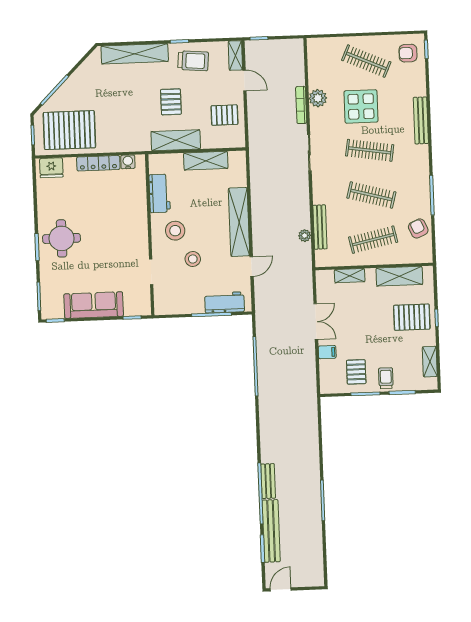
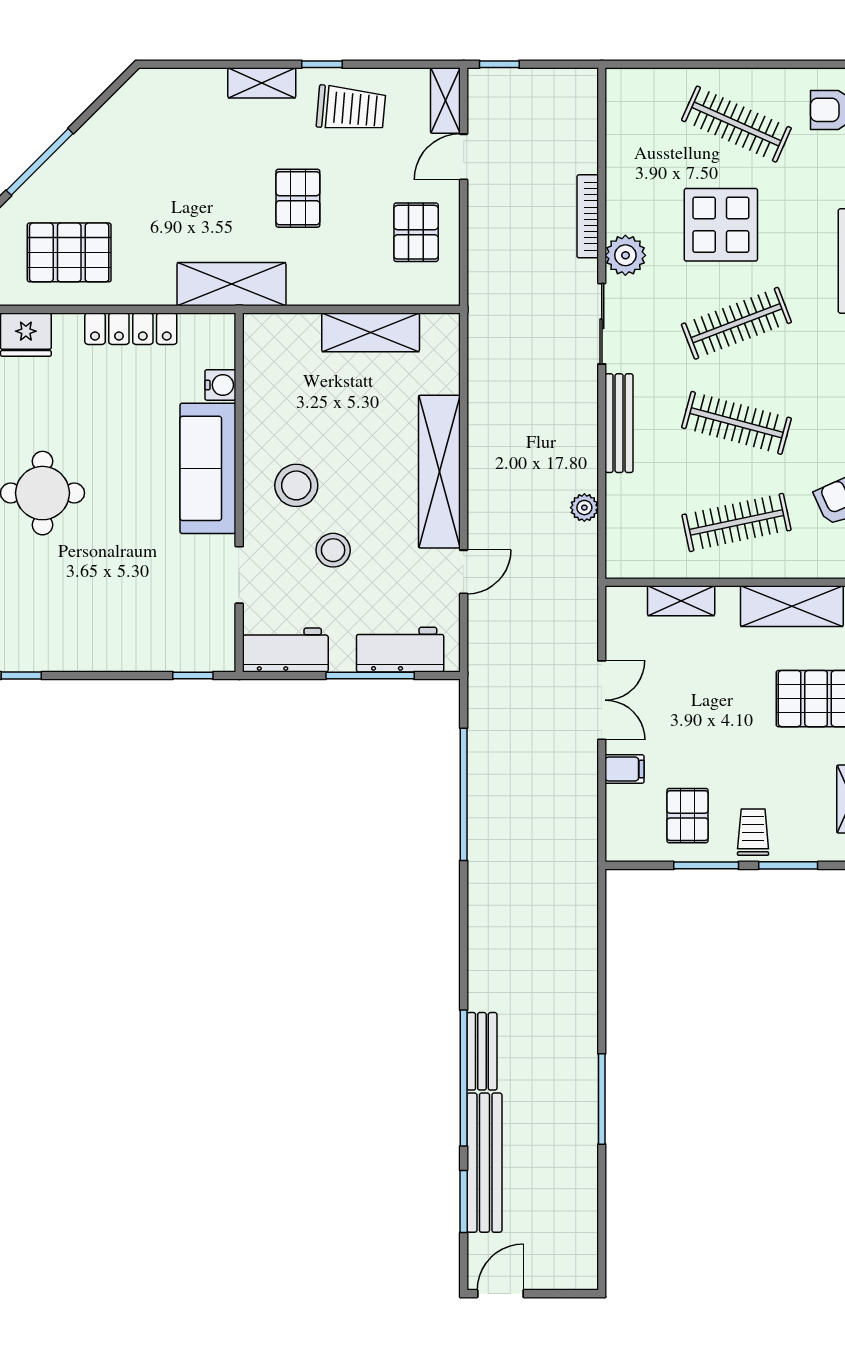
shelving: (135, 54) -> (262, 83), width x0.45, depth x0.75
door: (245, 80) -> (464, 157), swing flipped
plant: (318, 98) -> (625, 255), moved
pallet: (224, 115) -> (416, 232), turned 90
pallet: (69, 130) -> (69, 252), width x0.73, depth x0.71
shelving: (176, 140) -> (231, 284), moved
clothes rail: (370, 150) -> (736, 323), turned -30
water cooler: (128, 162) -> (220, 385), moved, turned 90
workbench: (160, 193) -> (285, 650), moved, turned -90
bench: (320, 227) -> (619, 423), moved
sofa: (94, 305) -> (208, 468), moved, turned -90

